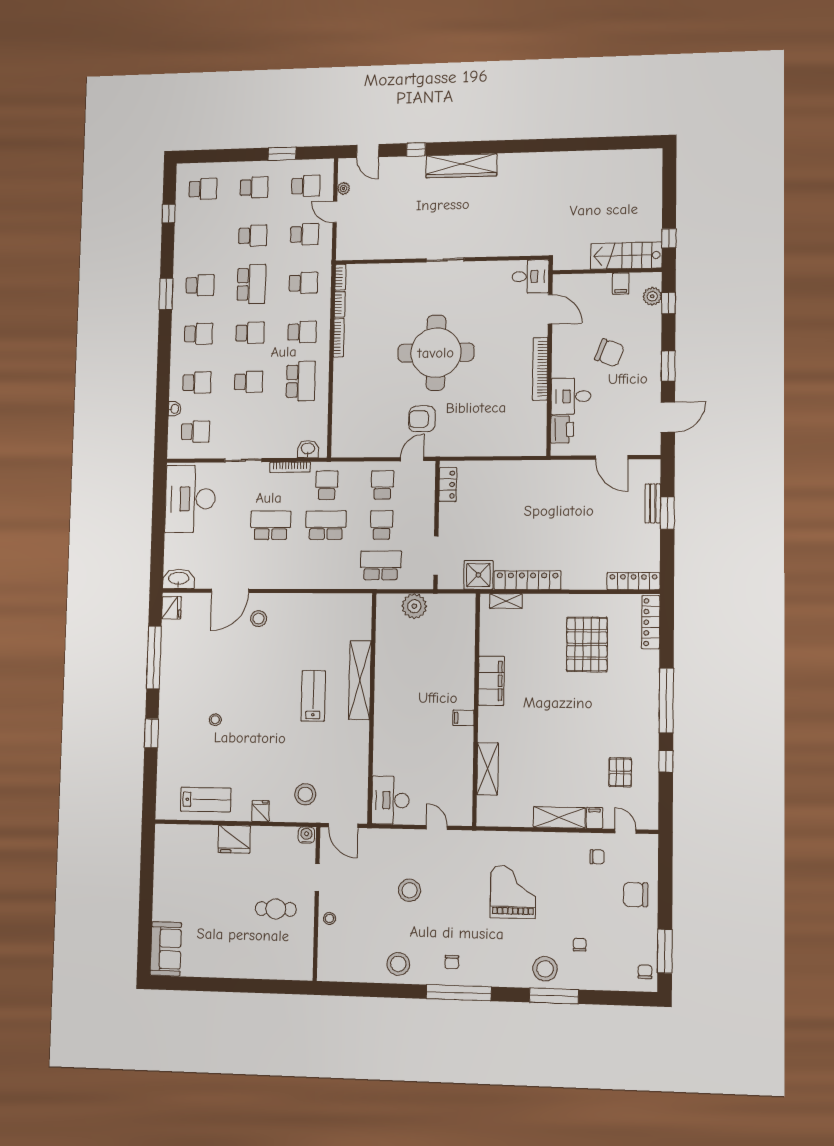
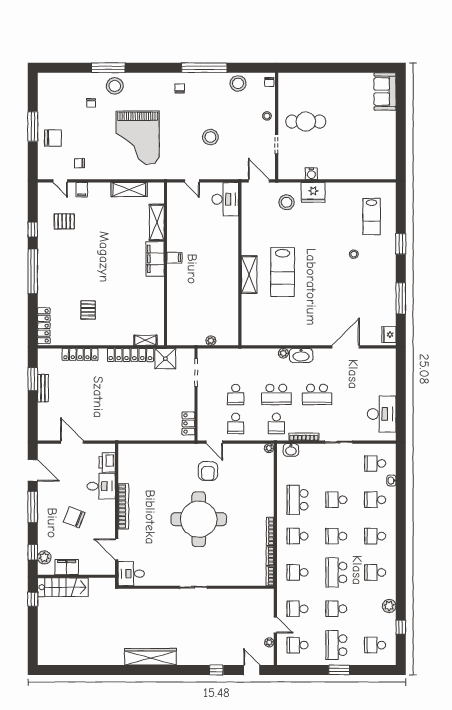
window: (282, 154) -> (339, 670), moved
wardrobe: (462, 166) -> (150, 657), moved
school desk: (254, 187) -> (336, 645), width x1.85
plant: (183, 241) -> (389, 606), added
filing cabinet: (621, 284) -> (67, 567), width x2.00
window: (166, 294) -> (401, 566), removed
window: (668, 366) -> (33, 507), width x1.44
door: (668, 417) -> (33, 470), swing flipped
armchair: (422, 419) -> (208, 471), turned 90
plant: (338, 451) -> (269, 448), added
door: (412, 459) -> (214, 442), hinge flipped
desk: (190, 499) -> (382, 414), width x0.73, depth x0.77
bench: (653, 503) -> (43, 388), moved
window: (667, 513) -> (33, 379), moved
school desk: (381, 565) -> (236, 365), removed
washbasin: (179, 579) -> (301, 355), moved
locker: (633, 581) -> (80, 354), moved
plant: (315, 582) -> (283, 353), added
plant: (414, 606) -> (211, 341), width x0.53, depth x0.53
stool: (259, 619) -> (324, 327), removed
pallet: (587, 644) -> (88, 310), width x0.49, depth x0.50
window: (154, 658) -> (401, 298), width x0.68
shelving: (360, 680) -> (249, 275), width x0.68
filing cabinet: (491, 681) -> (155, 259), moved
lab bench: (313, 696) -> (283, 272), width x1.36, depth x1.39
pallet: (620, 772) -> (64, 221), turned 90
lab bench: (206, 800) -> (372, 217), moved, turned -90
fridge: (261, 811) -> (313, 192), width x1.88, depth x1.34
shelving: (559, 817) -> (129, 190), moved
water cooler: (306, 835) -> (311, 174), moved
fridge: (234, 839) -> (337, 170), removed
grand piano: (513, 892) -> (138, 138), width x1.37, depth x1.48
cafe table: (276, 909) -> (306, 122), width x1.37, depth x1.35
window: (665, 951) -> (33, 126), moved
stool: (398, 964) -> (238, 83), moved
chair: (645, 972) -> (269, 82), moved
window: (459, 993) -> (204, 68), moved

